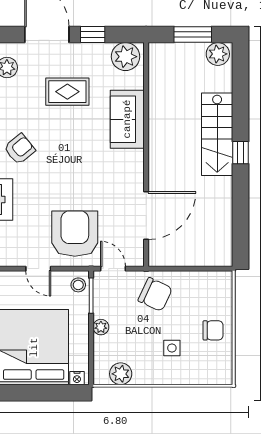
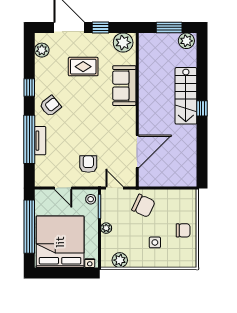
armchair: (75, 234) -> (88, 164), width x0.53, depth x0.53

